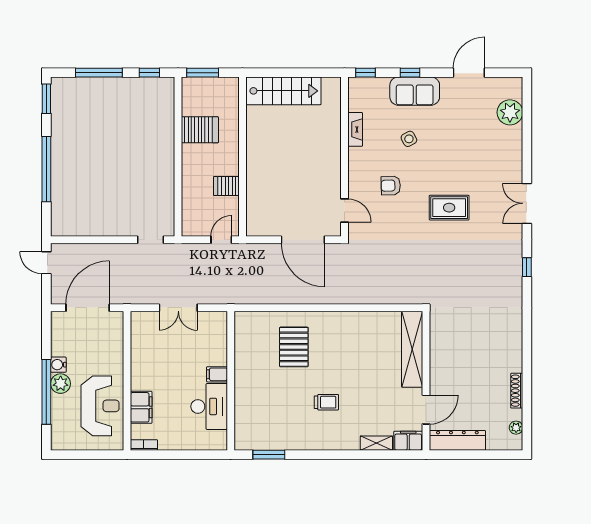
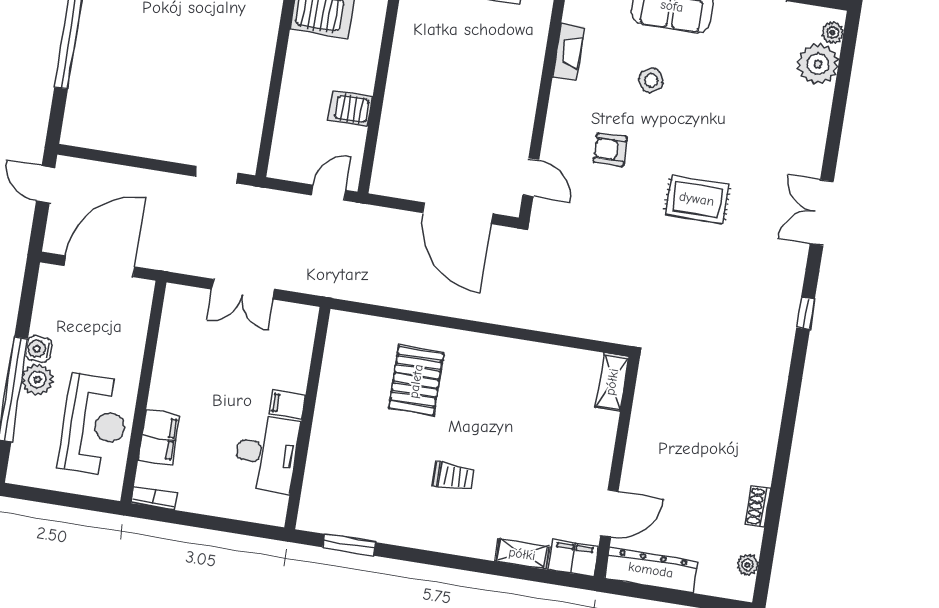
plant: (516, 92) -> (833, 33), added
shelving: (412, 349) -> (612, 382), width x0.45, depth x0.75
shoe rack: (517, 391) -> (758, 506), width x0.70

